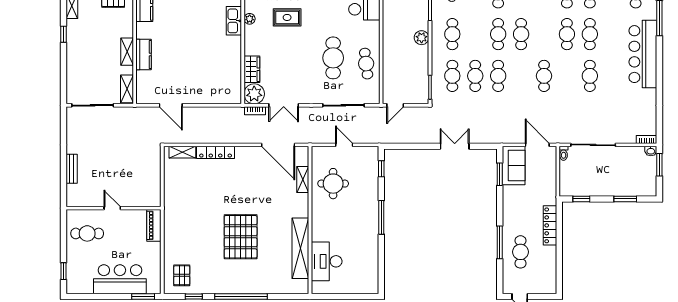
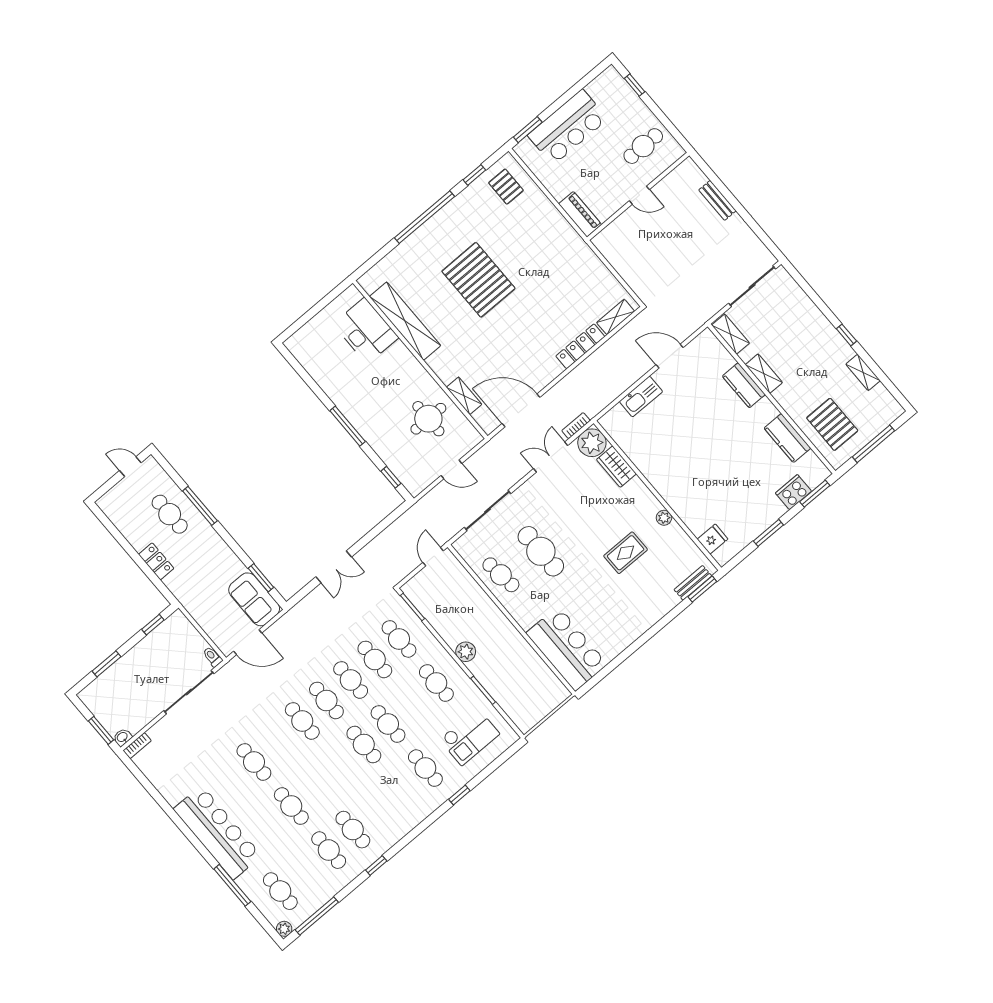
kitchen sink: (234, 21) -> (641, 397), moved, turned 90
cafe table: (567, 34) -> (326, 700), moved
locker: (550, 225) -> (156, 561), width x0.66

